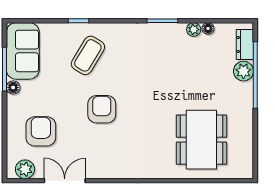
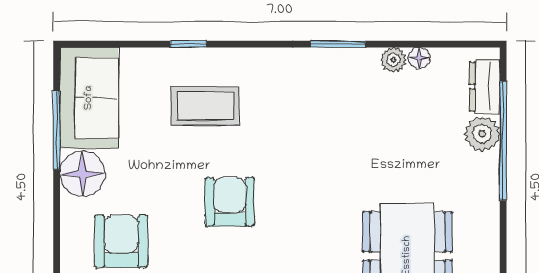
coffee table: (88, 55) -> (205, 106), turned 59
floor lamp: (13, 88) -> (82, 174), width x1.89, depth x1.89

